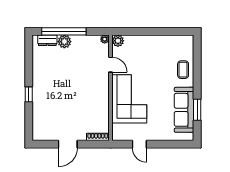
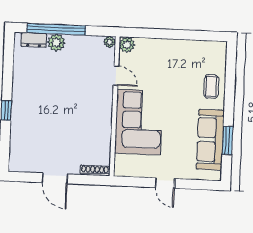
door: (68, 144) -> (55, 178), hinge flipped
door: (139, 144) -> (165, 183), moved

